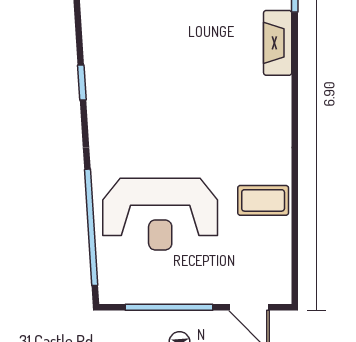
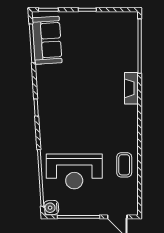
coffee table: (263, 200) -> (124, 165), turned 90
water cooler: (113, 288) -> (51, 208), added

